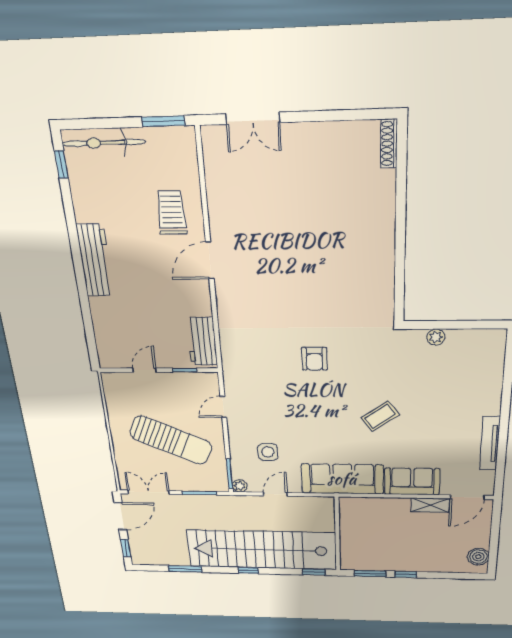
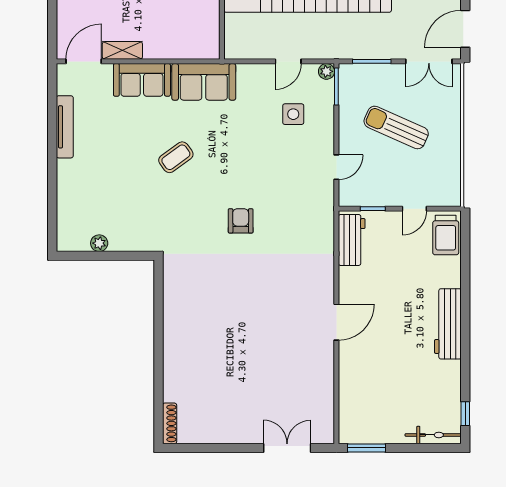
bicycle: (104, 143) -> (433, 435), width x0.73, depth x0.71
trolley: (172, 213) -> (446, 235), moved
plant: (436, 337) -> (99, 243), moved
sun lounger: (171, 440) -> (396, 127), width x0.73, depth x0.75
sofa: (342, 479) -> (204, 82), width x0.73

